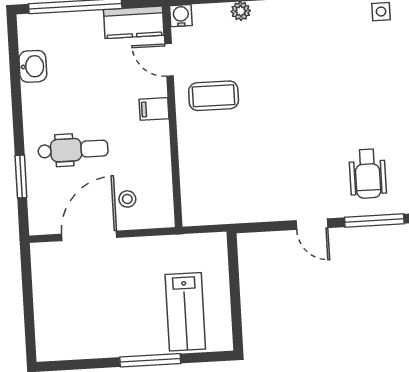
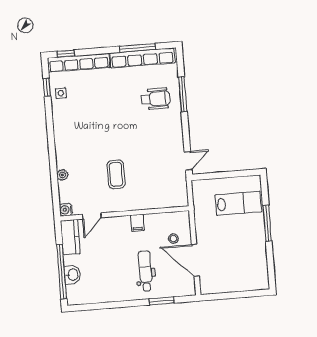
washbasin: (33, 66) -> (73, 275), moved, turned 90
coffee table: (214, 96) -> (116, 174), moved
filing cabinet: (154, 109) -> (137, 223), moved
door: (312, 224) -> (188, 161), moved

